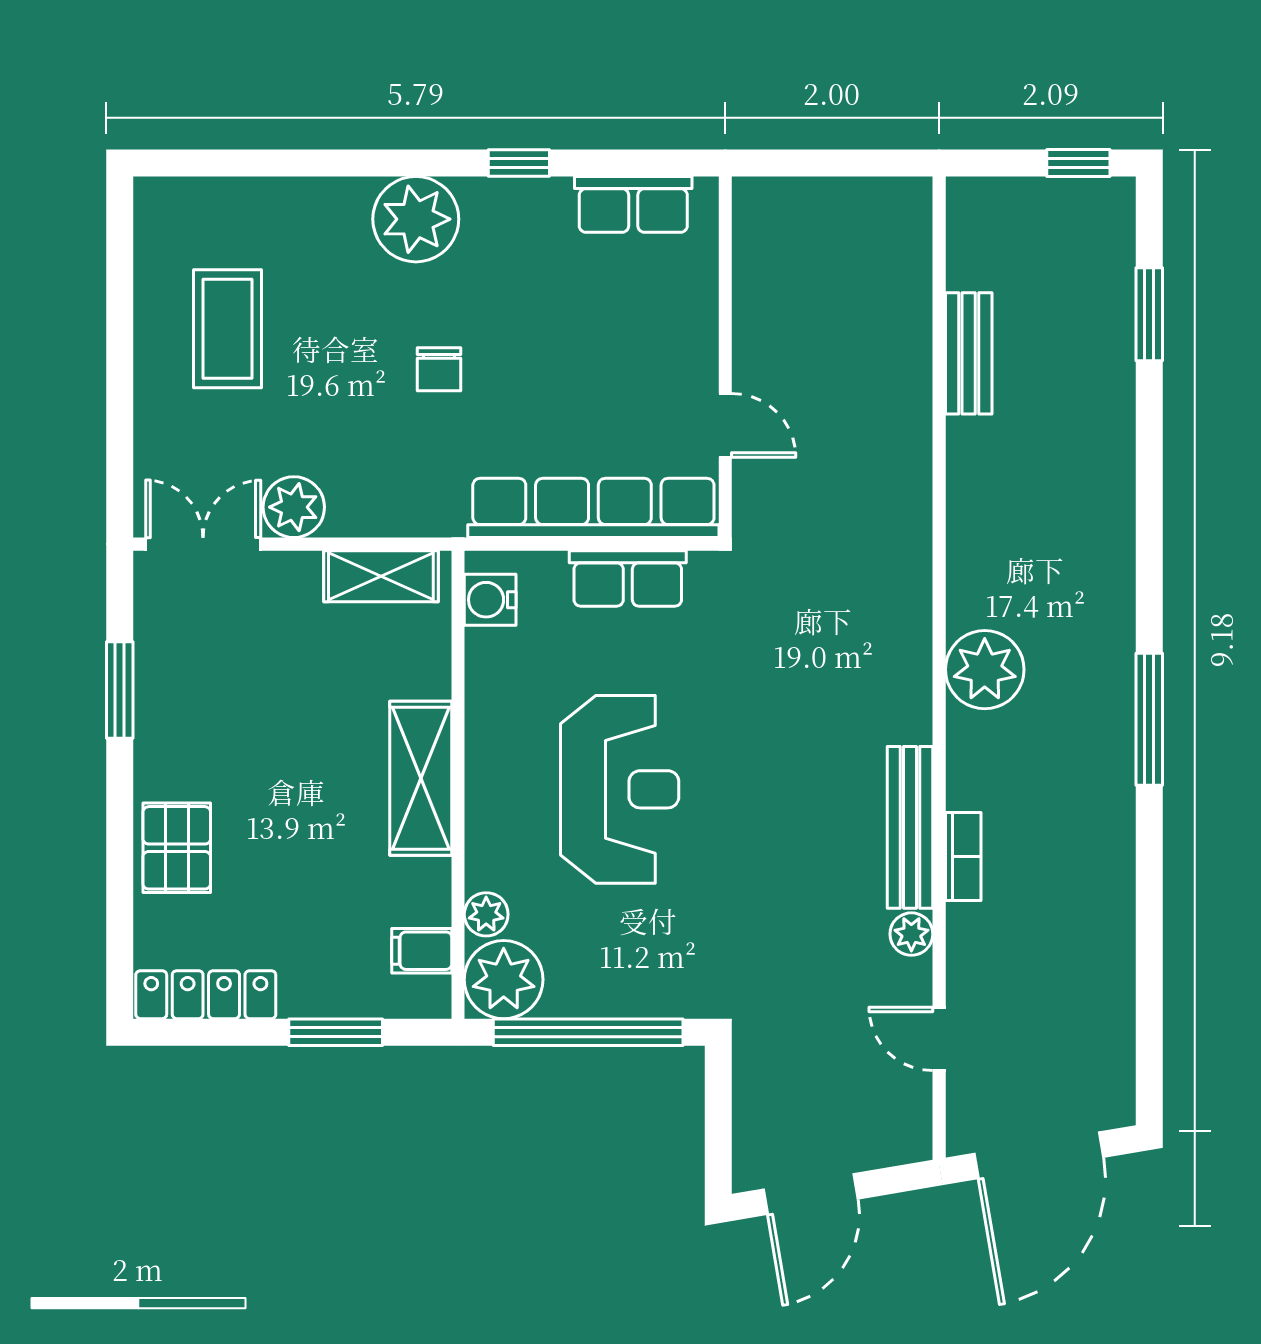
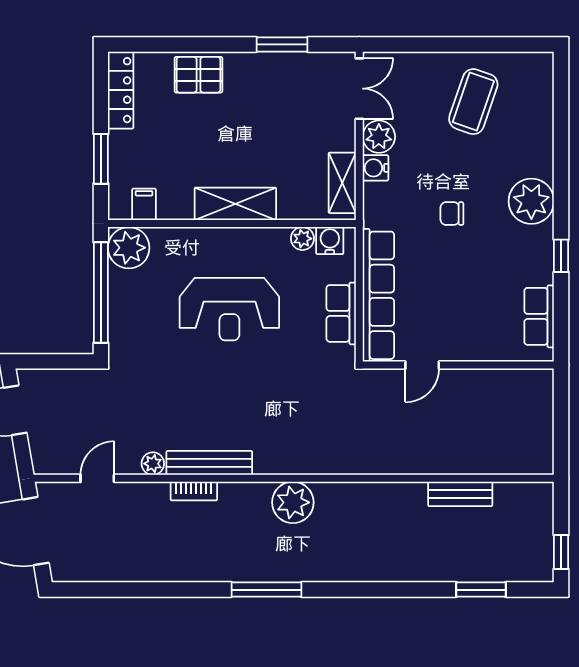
coffee table: (228, 329) -> (473, 102), turned -71
water cooler: (353, 514) -> (375, 168), added
plant: (486, 914) -> (302, 239), moved

